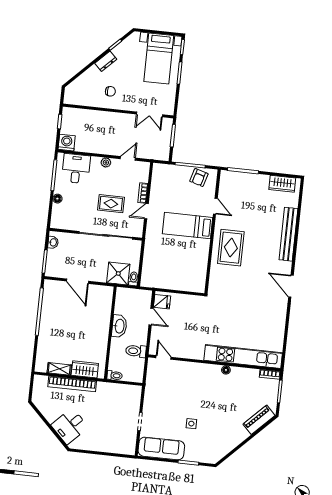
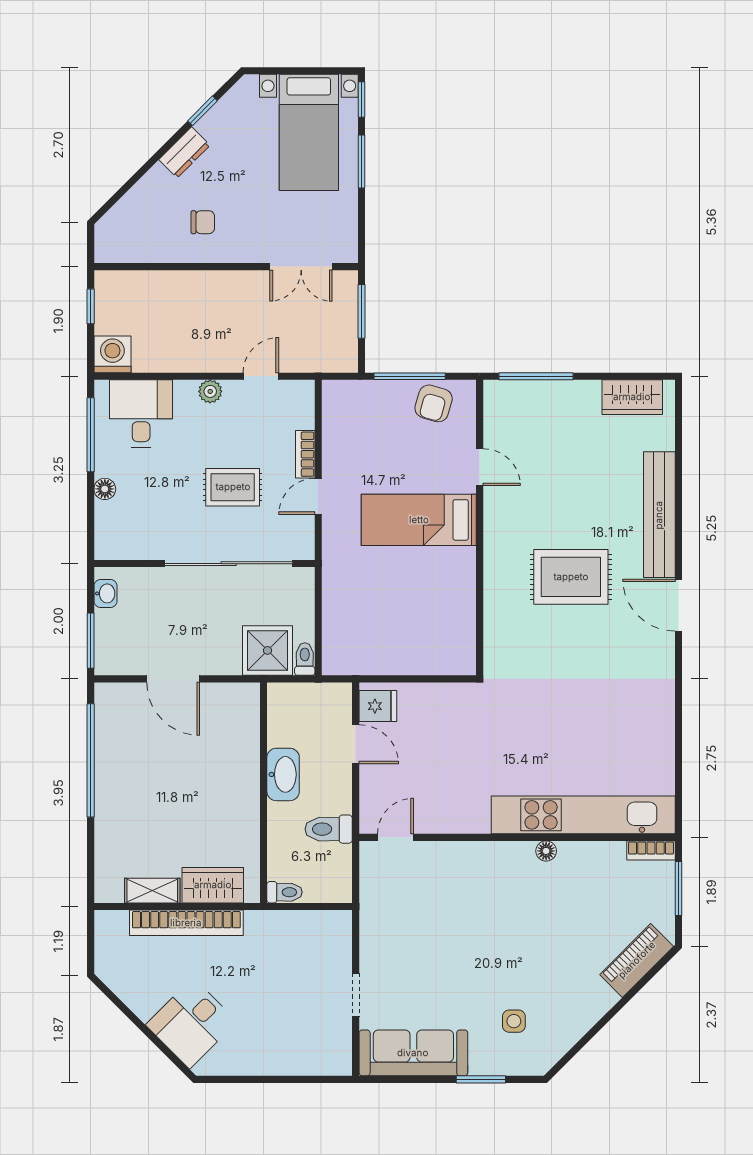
rug: (231, 248) -> (571, 577), moved, turned 90
door: (291, 286) -> (678, 605), moved
door: (164, 357) -> (396, 837), hinge flipped
side table: (191, 424) -> (514, 1021), moved

